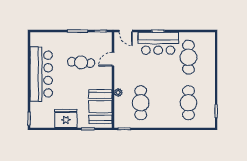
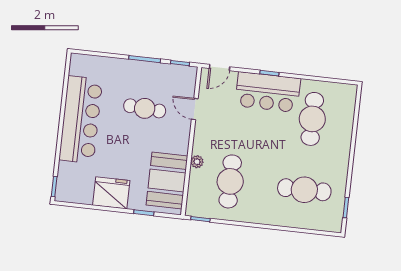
door: (126, 31) -> (220, 68), hinge flipped
door: (113, 59) -> (195, 109), hinge flipped
cafe table: (188, 103) -> (304, 190), turned 90

